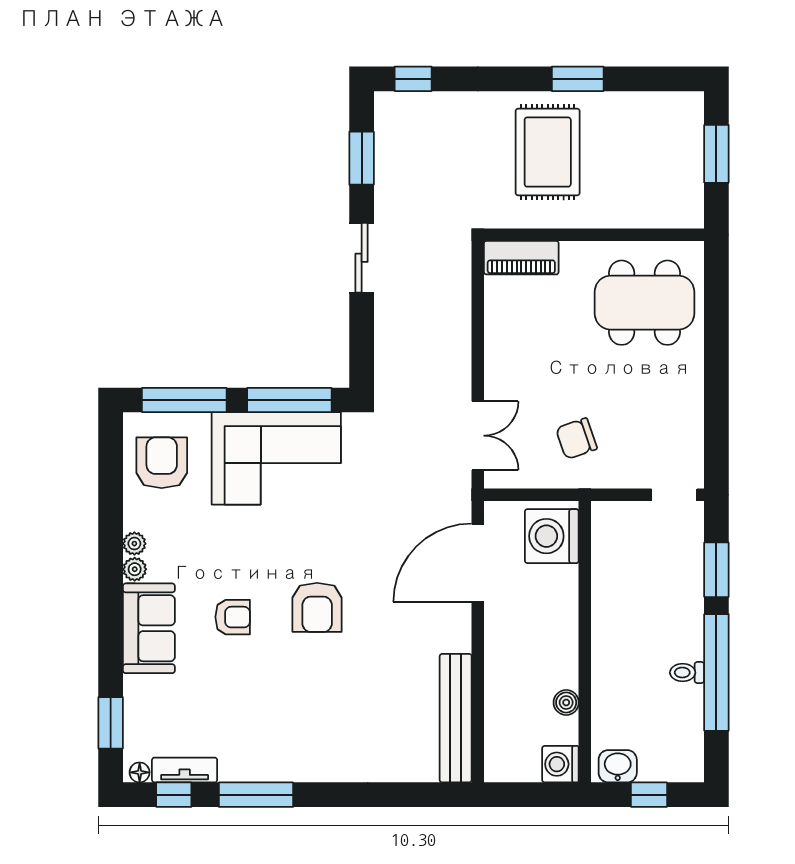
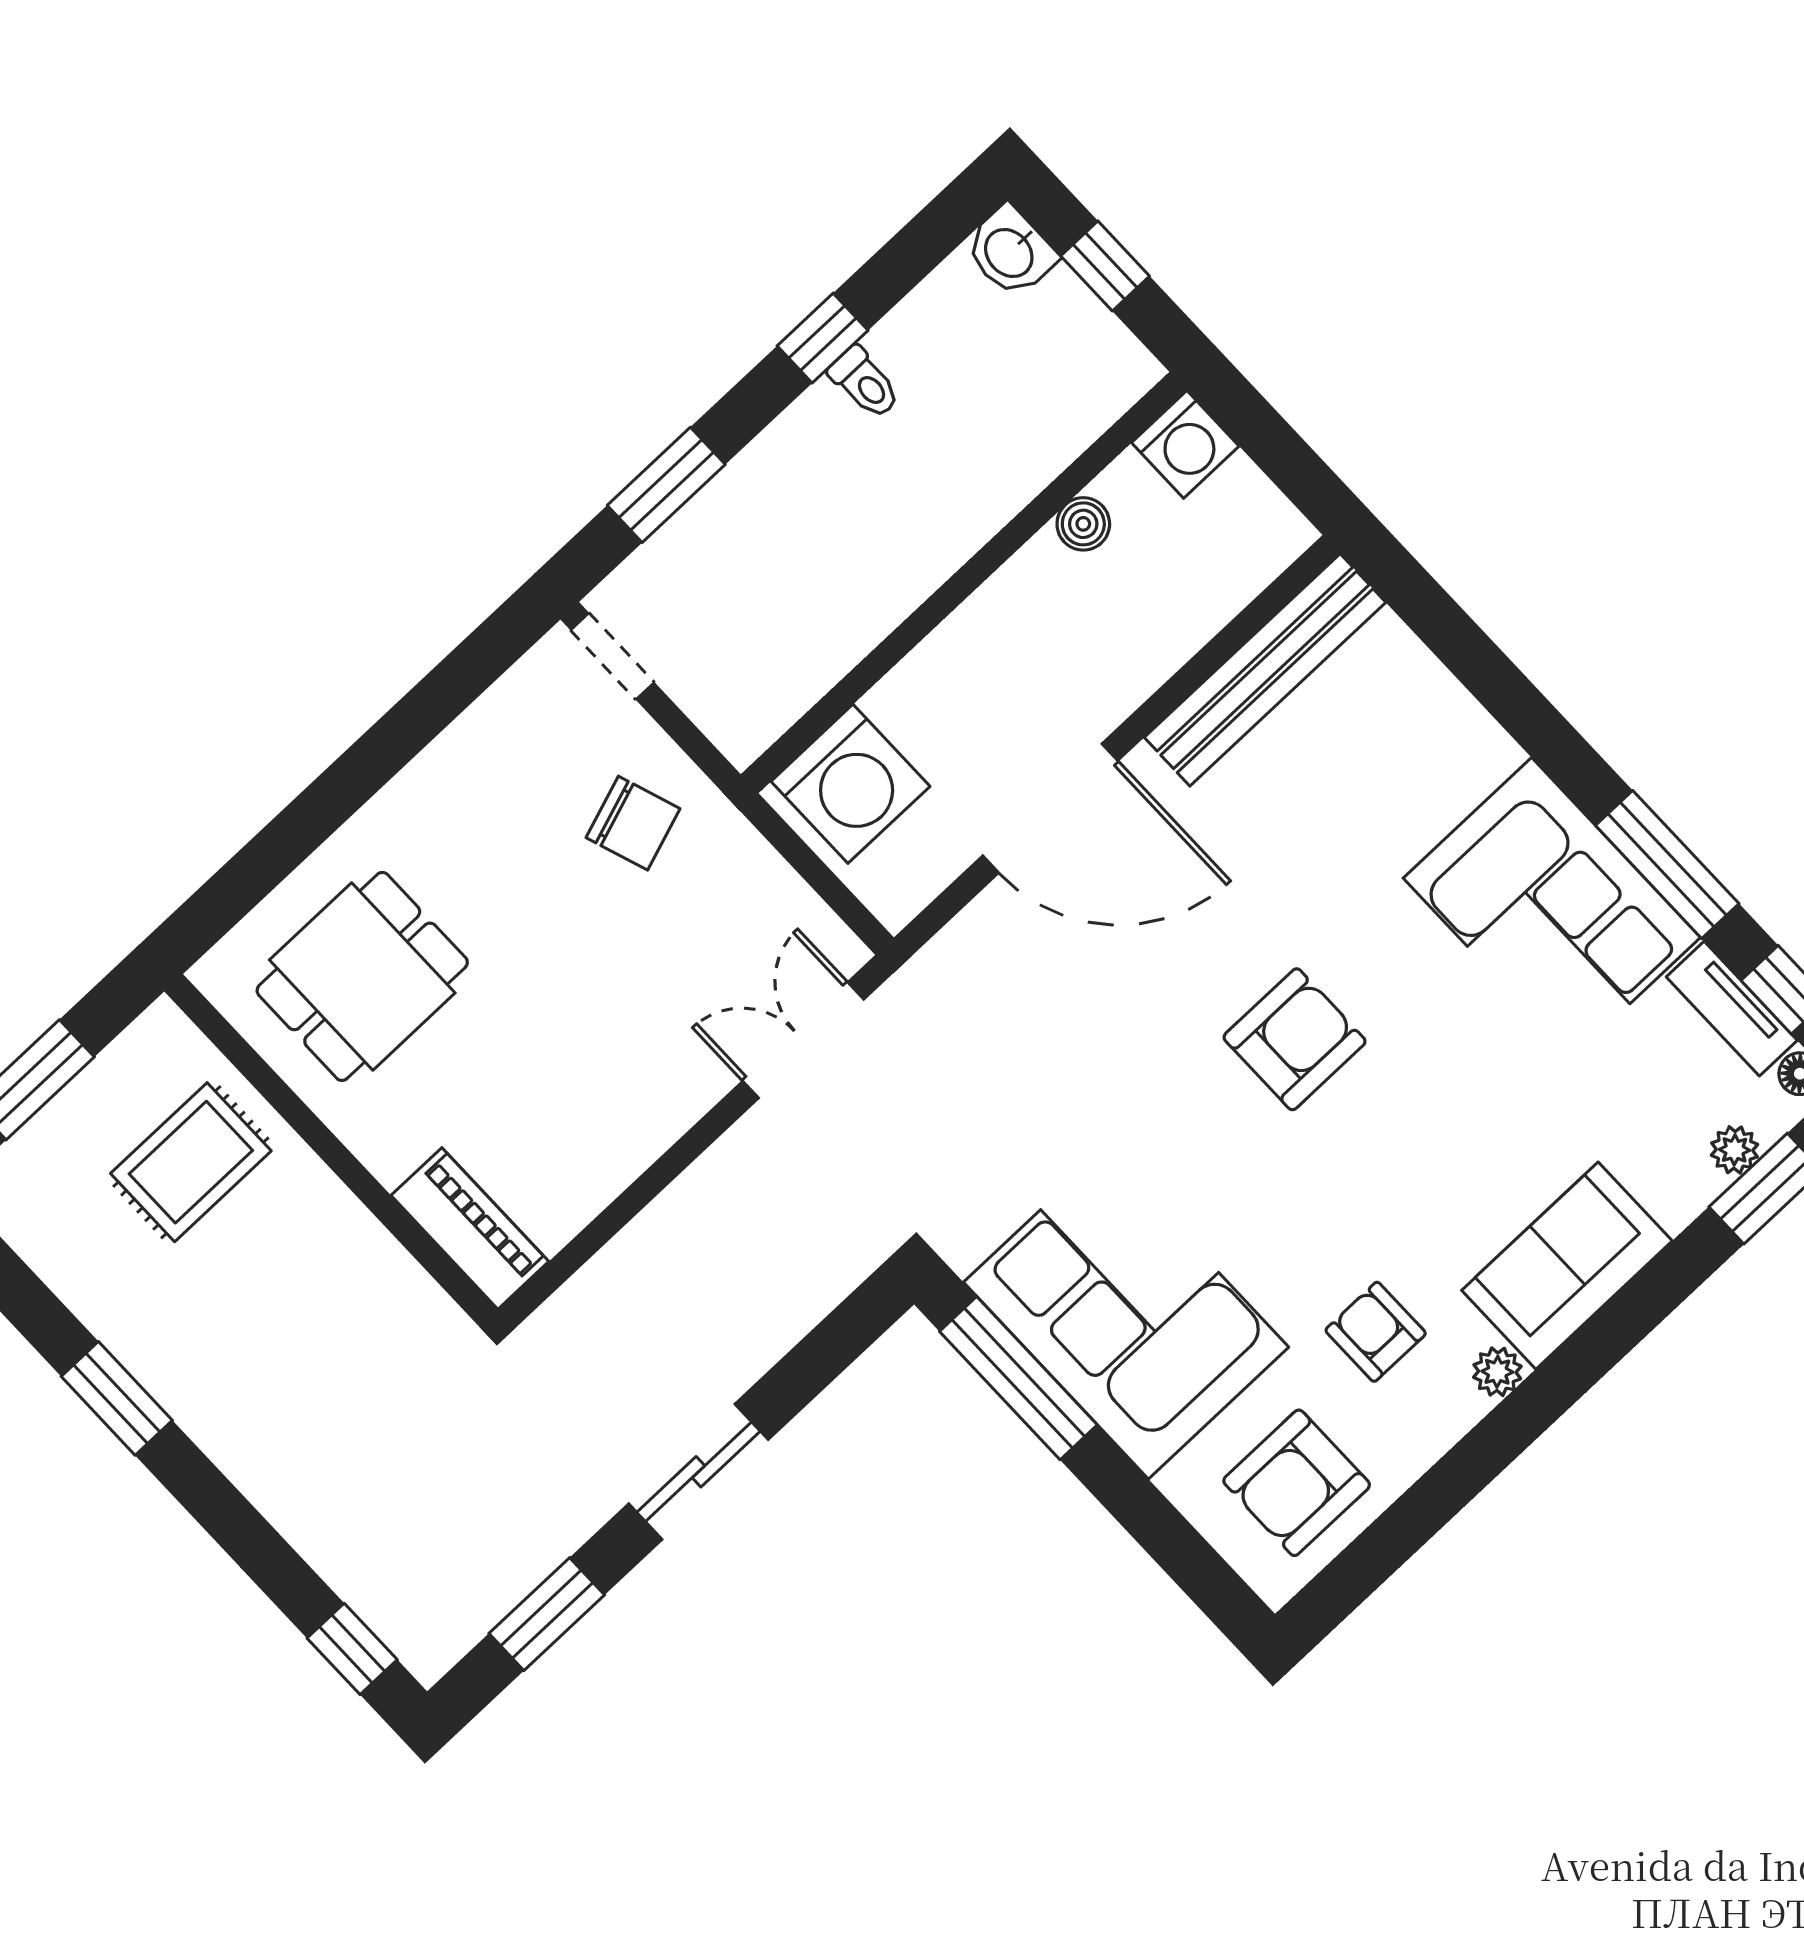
rug: (548, 152) -> (191, 1162), moved, width x0.73, depth x0.70
dining table: (645, 303) -> (362, 976), width x0.73
window: (184, 400) -> (1169, 1538), removed
chair: (576, 439) -> (633, 823), moved
plant: (134, 544) -> (1735, 1150), moved
door: (478, 563) -> (1050, 808), moved
armchair: (233, 617) -> (1376, 1332), moved
window: (716, 672) -> (823, 338), width x0.32
corner sofa: (279, 740) -> (1552, 908), added
washbasin: (618, 766) -> (1010, 252), moved

